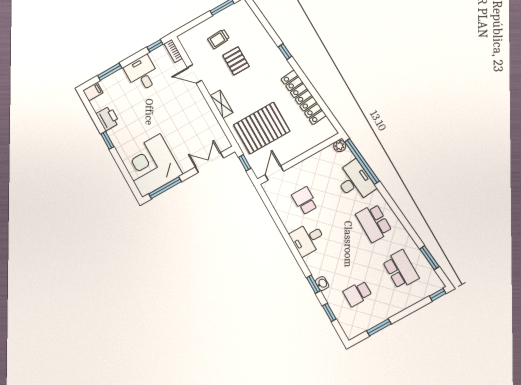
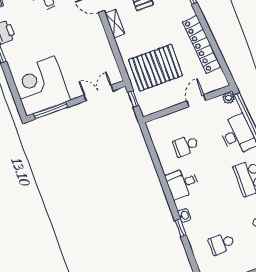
shelving: (222, 104) -> (115, 24), moved
door: (274, 173) -> (196, 101), moved
school desk: (305, 201) -> (186, 146), turned -90
washbasin: (322, 284) -> (184, 215), moved
window: (329, 312) -> (191, 257), removed

